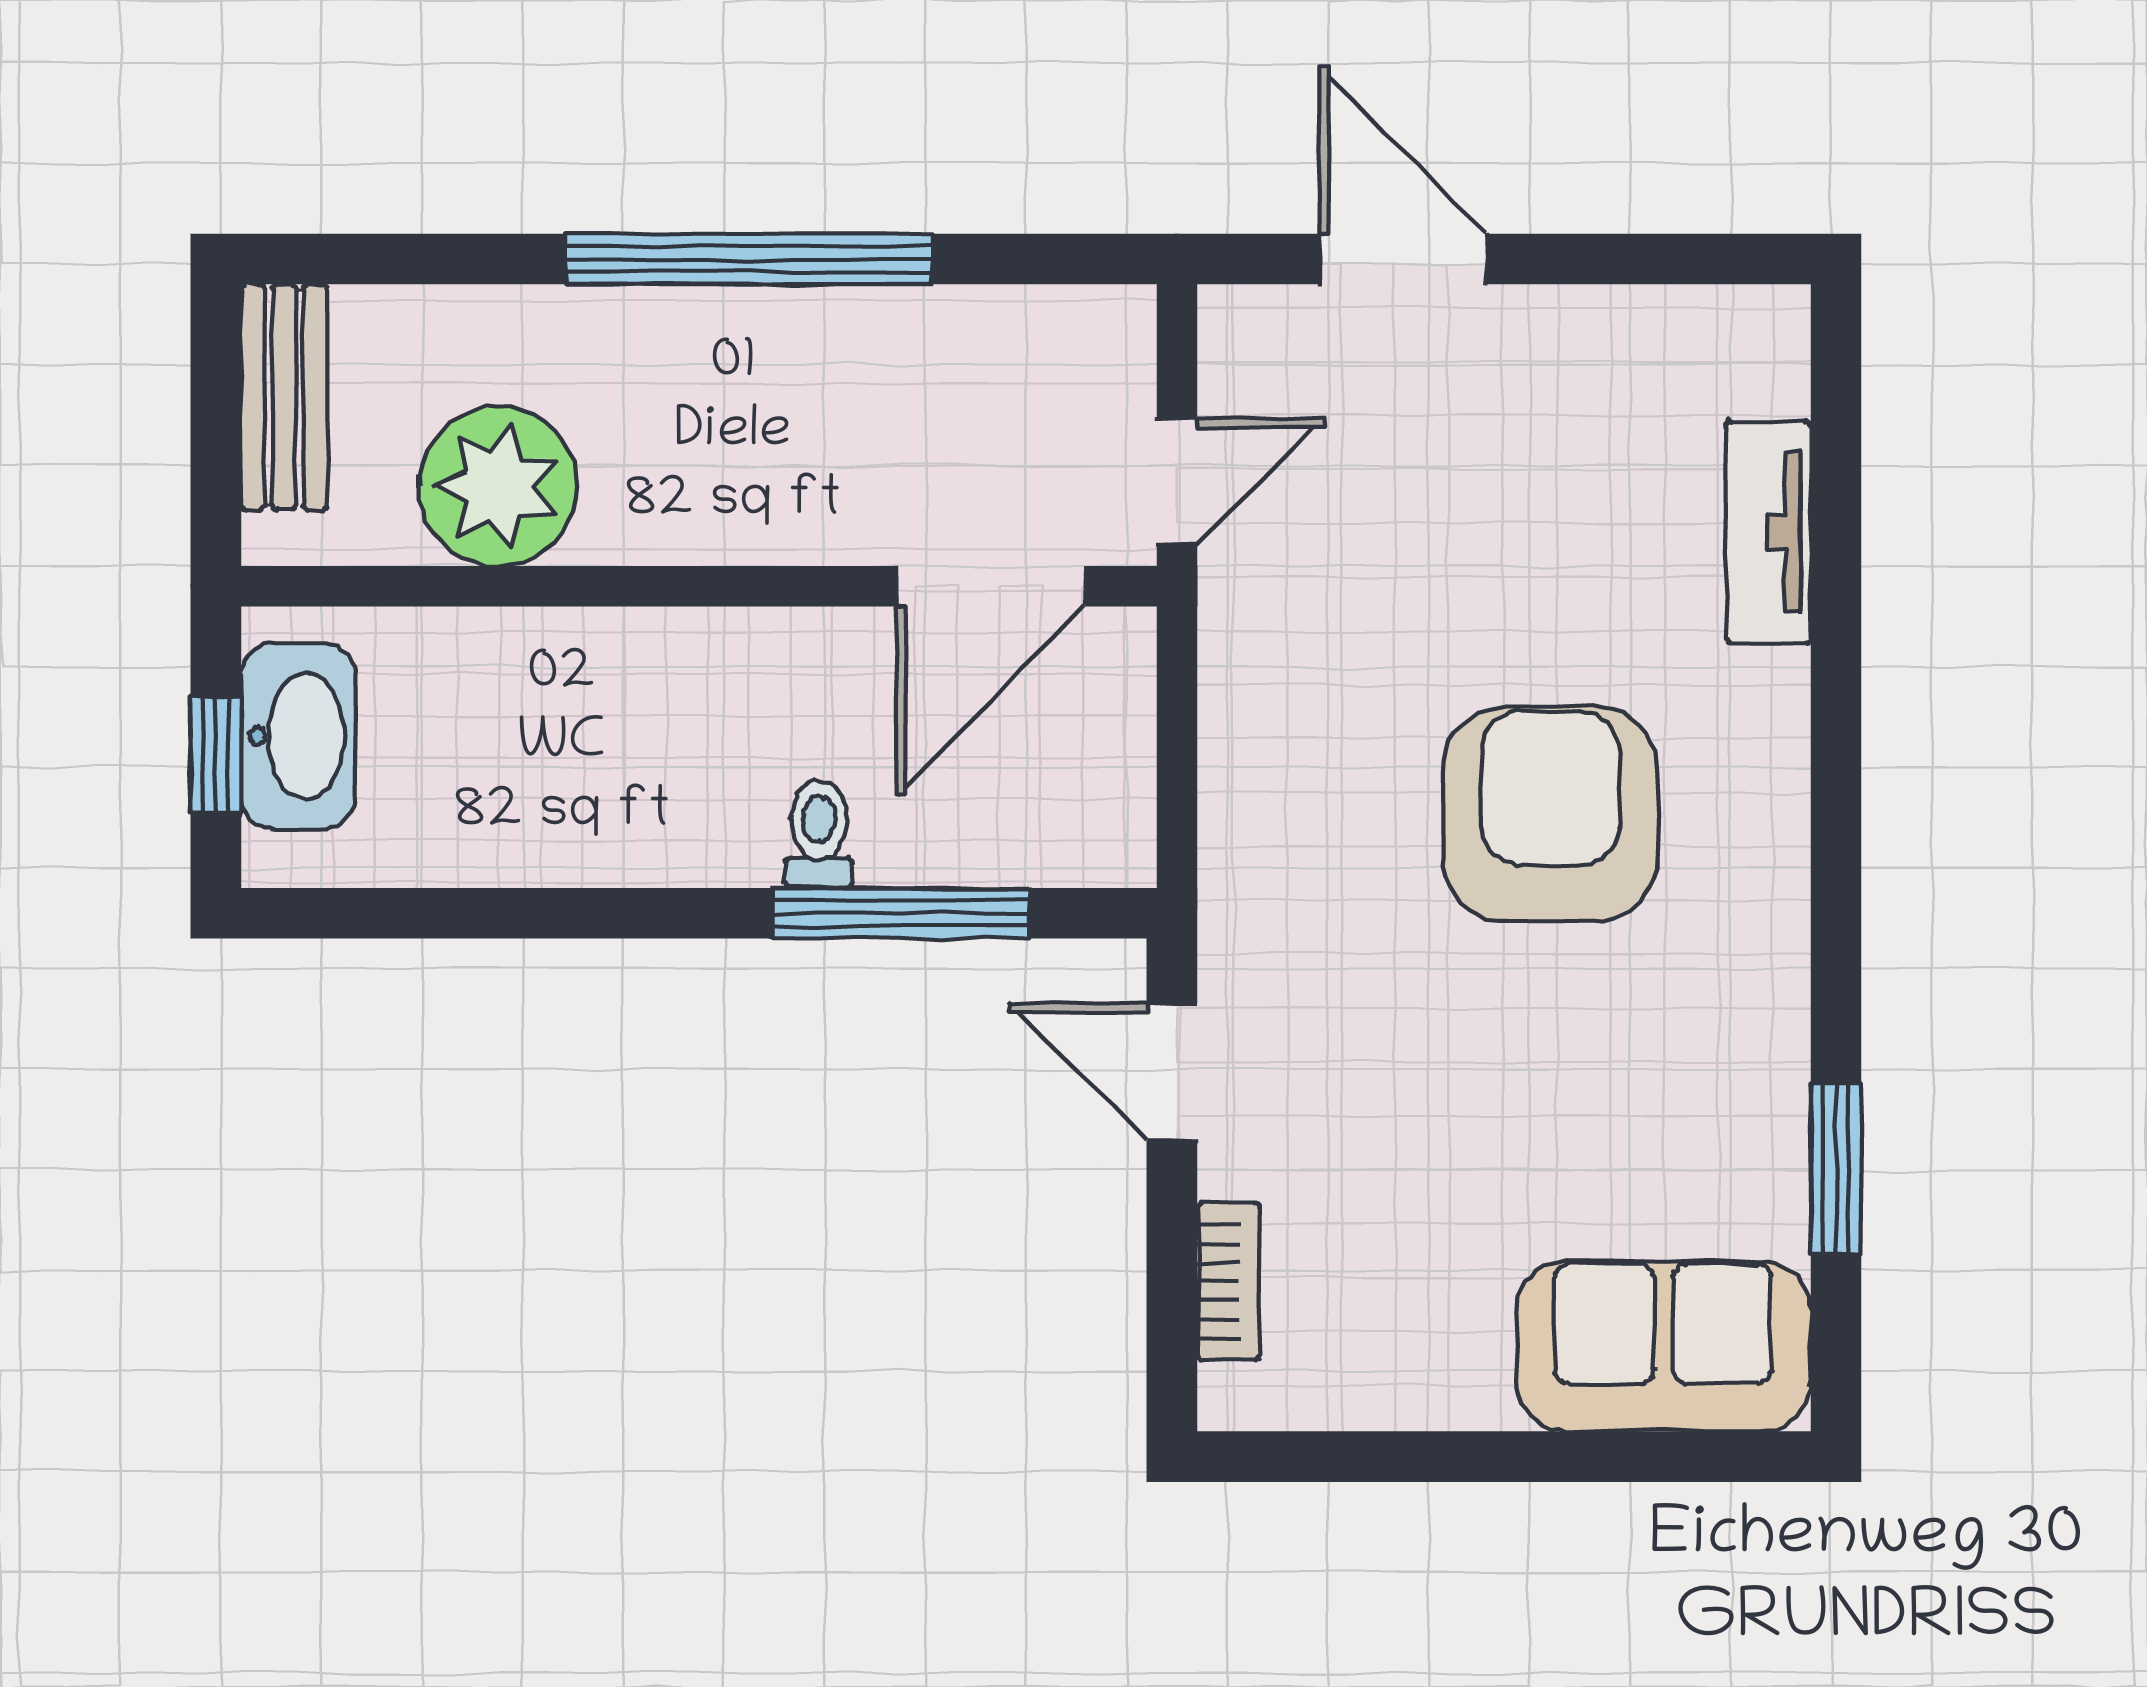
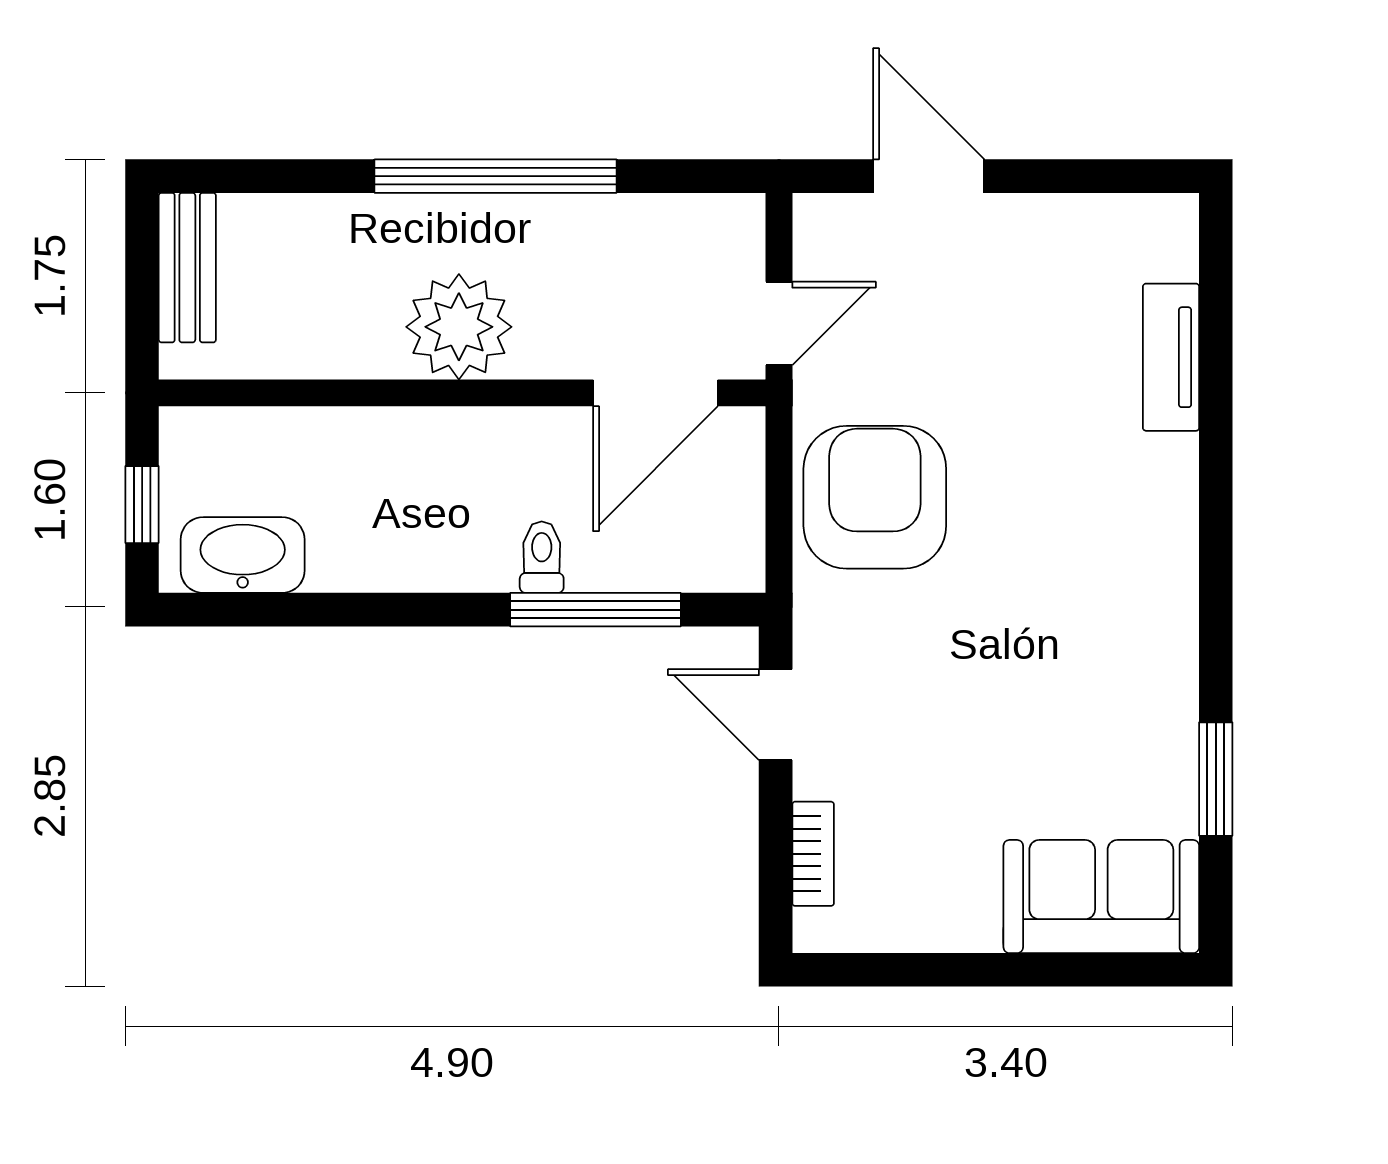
plant: (498, 486) -> (459, 327), moved
washbasin: (298, 736) -> (243, 555), moved, turned -90
armchair: (1550, 814) -> (875, 497), moved

